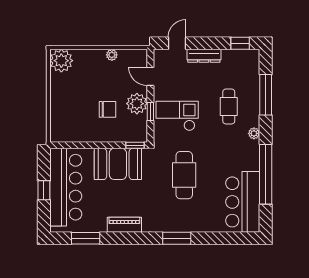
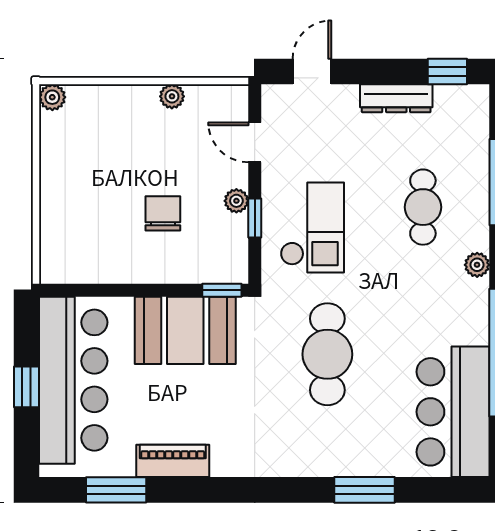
dresser: (204, 56) -> (396, 98), moved
plant: (61, 61) -> (52, 97), width x0.53, depth x0.53
plant: (137, 104) -> (236, 201), width x0.53, depth x0.53
chair: (108, 109) -> (163, 213), turned -90
checkout: (177, 116) -> (312, 227), turned 90
piano: (124, 225) -> (173, 461), moved
window: (177, 238) -> (365, 490), moved

